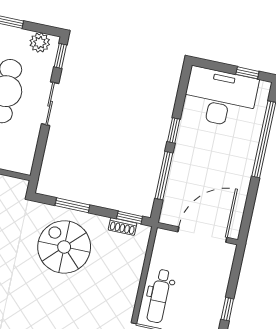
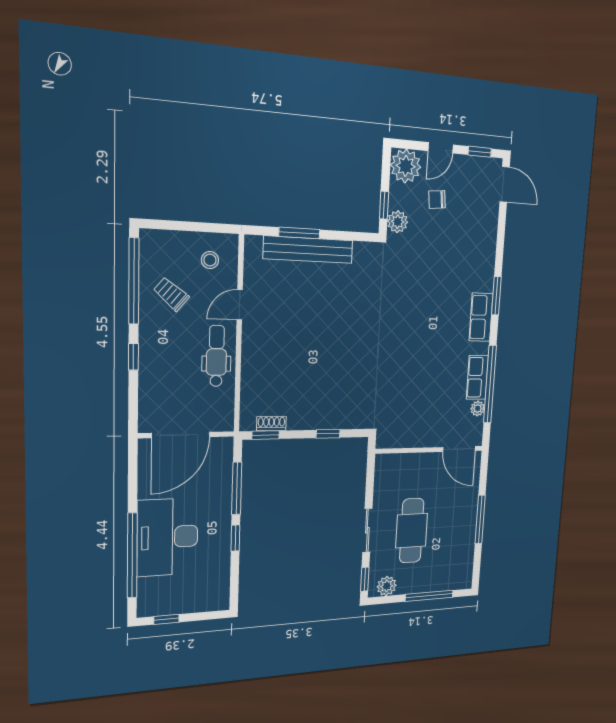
desk: (220, 98) -> (168, 537), moved, turned 90
window: (72, 205) -> (328, 434), width x0.67
spiral stairs: (64, 247) -> (329, 388), removed

